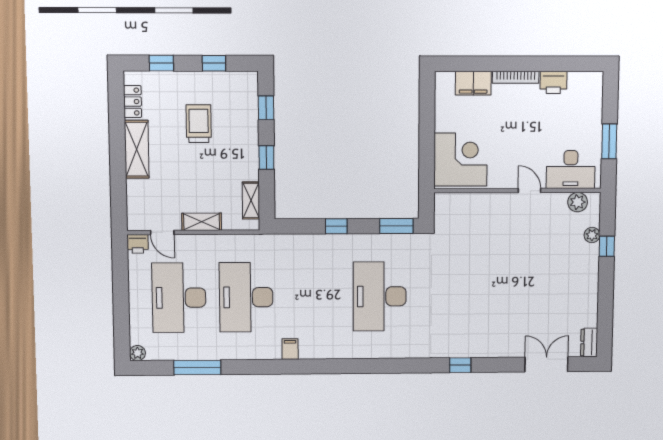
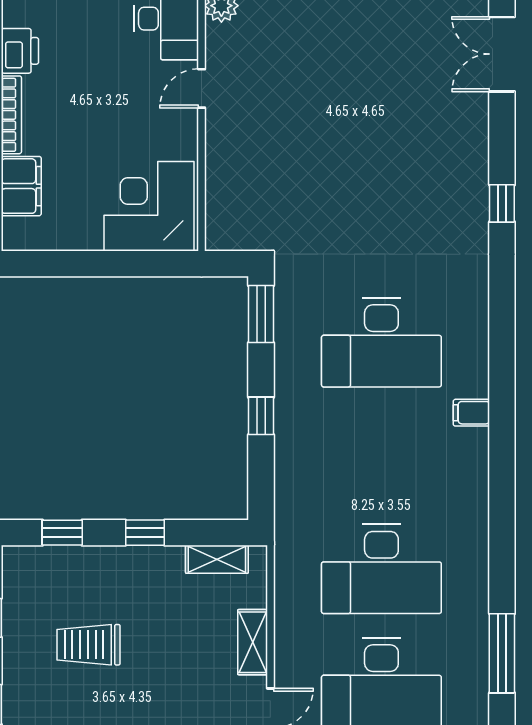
filing cabinet: (290, 349) -> (471, 413), moved

